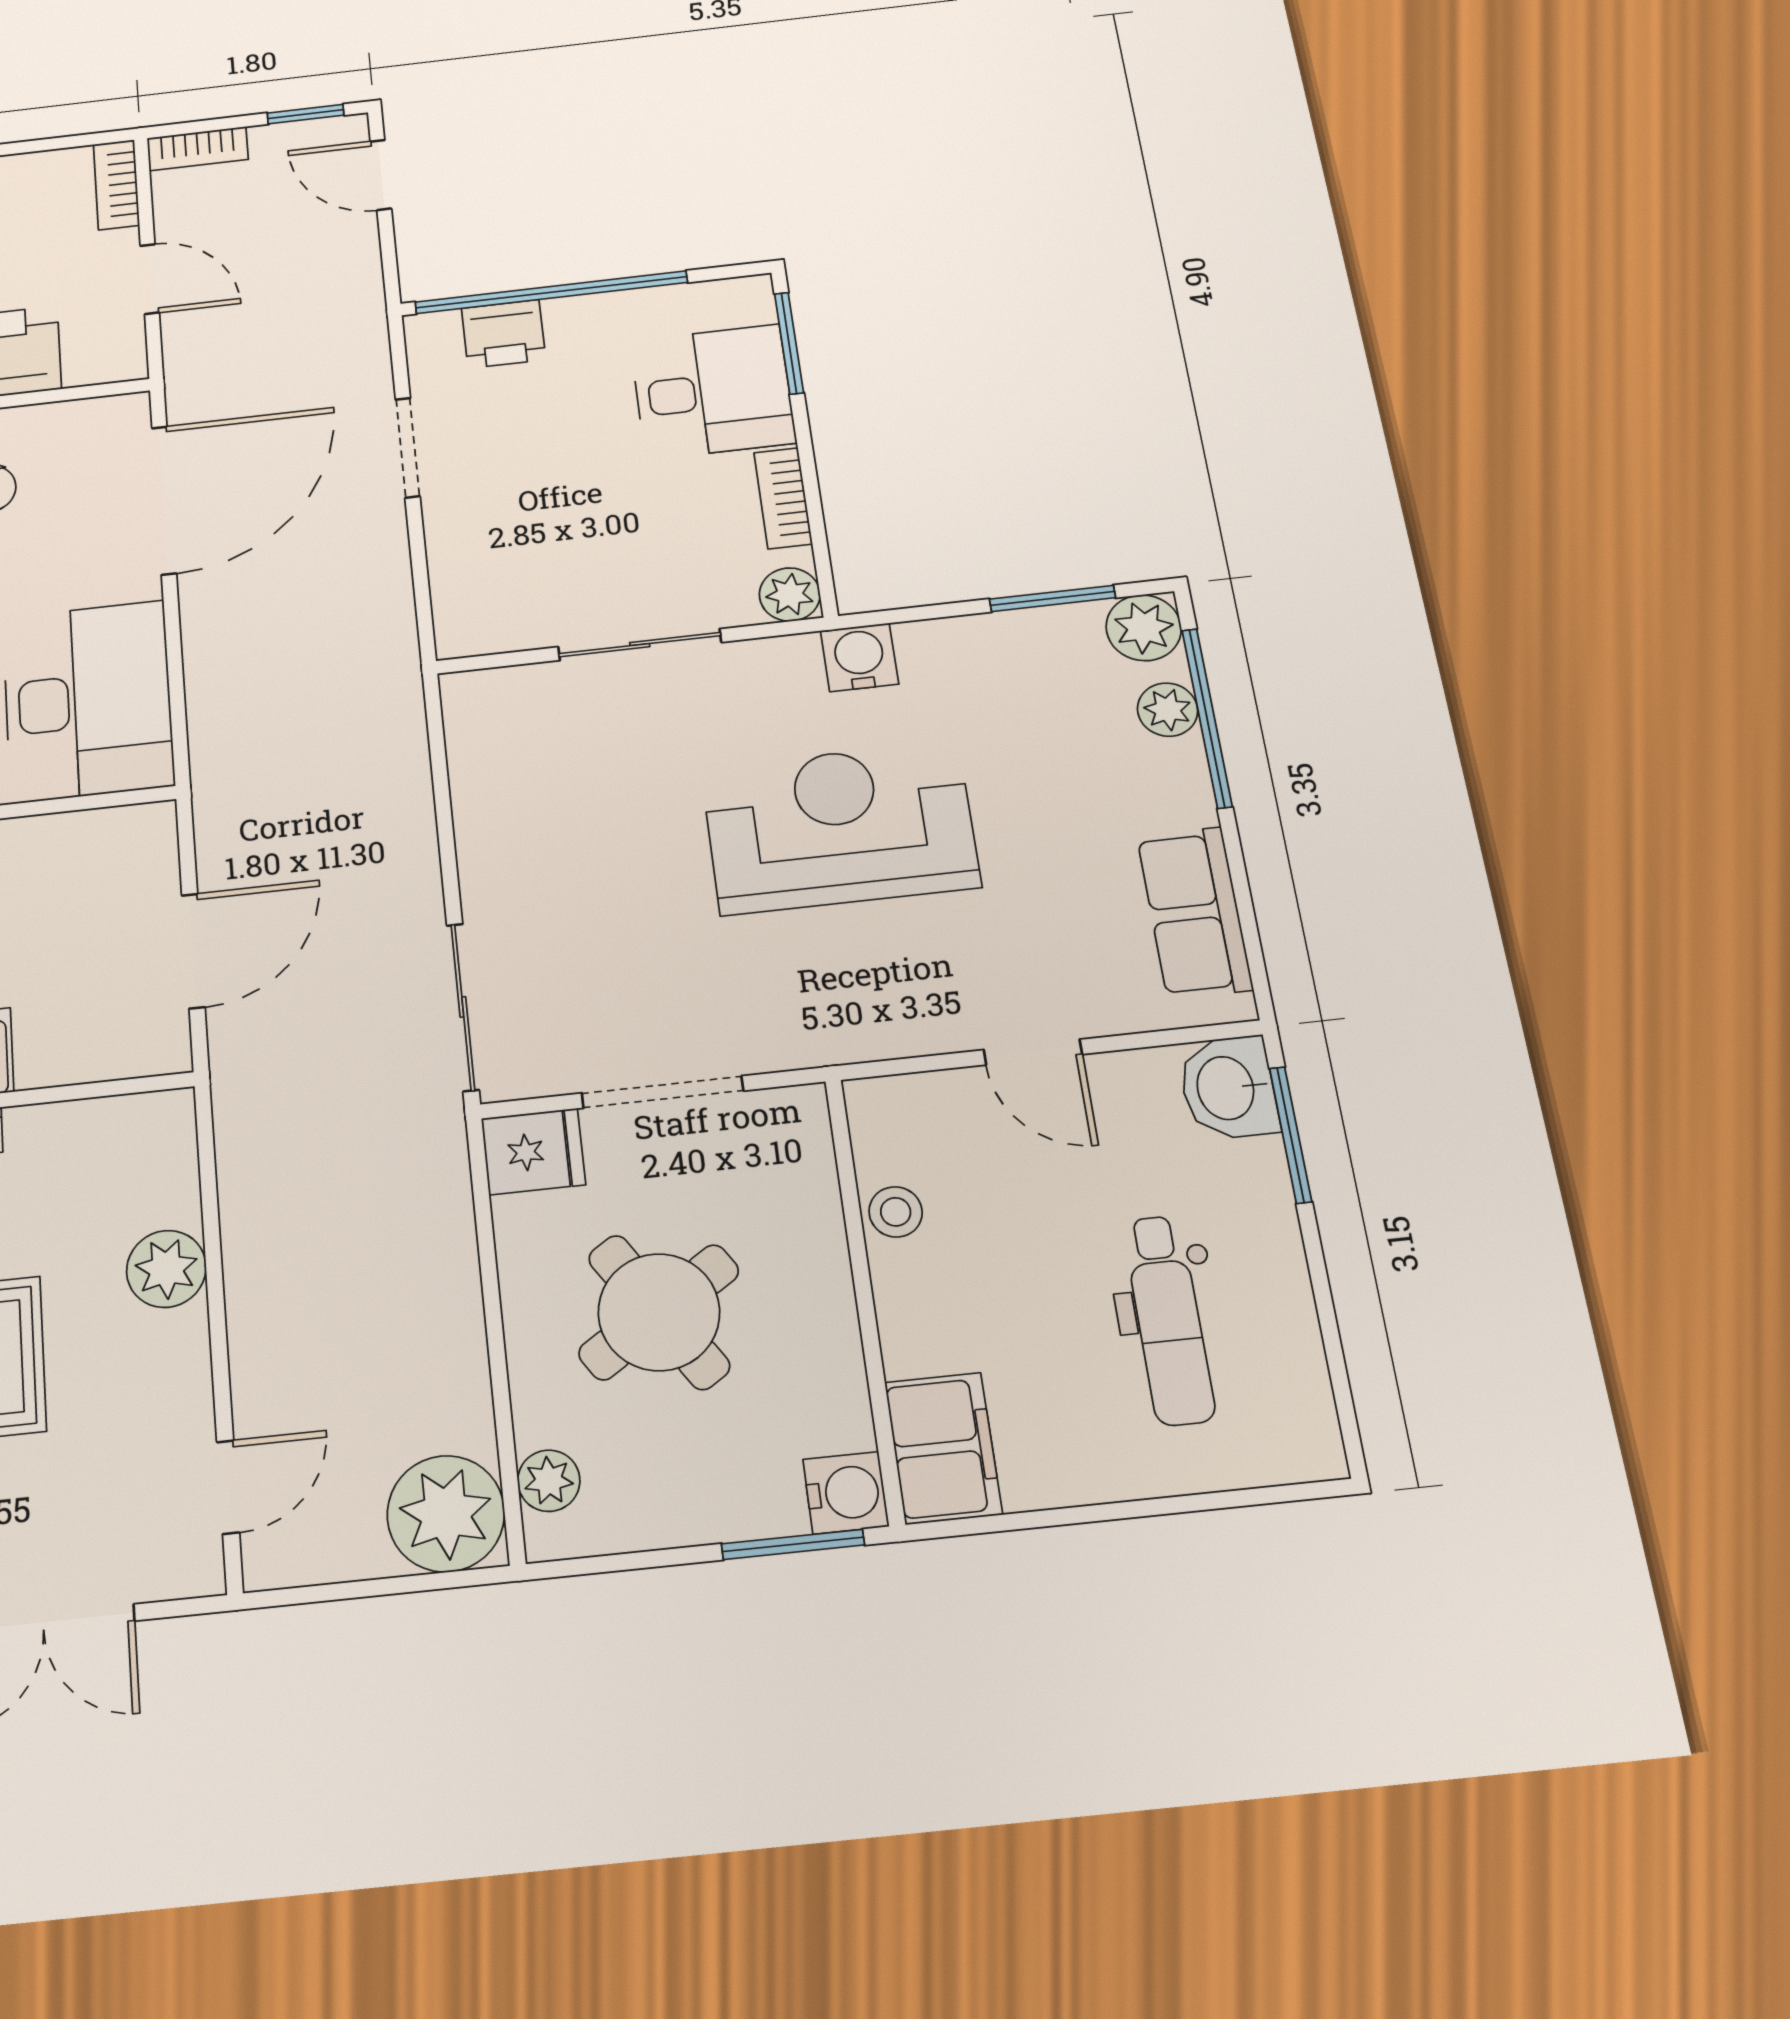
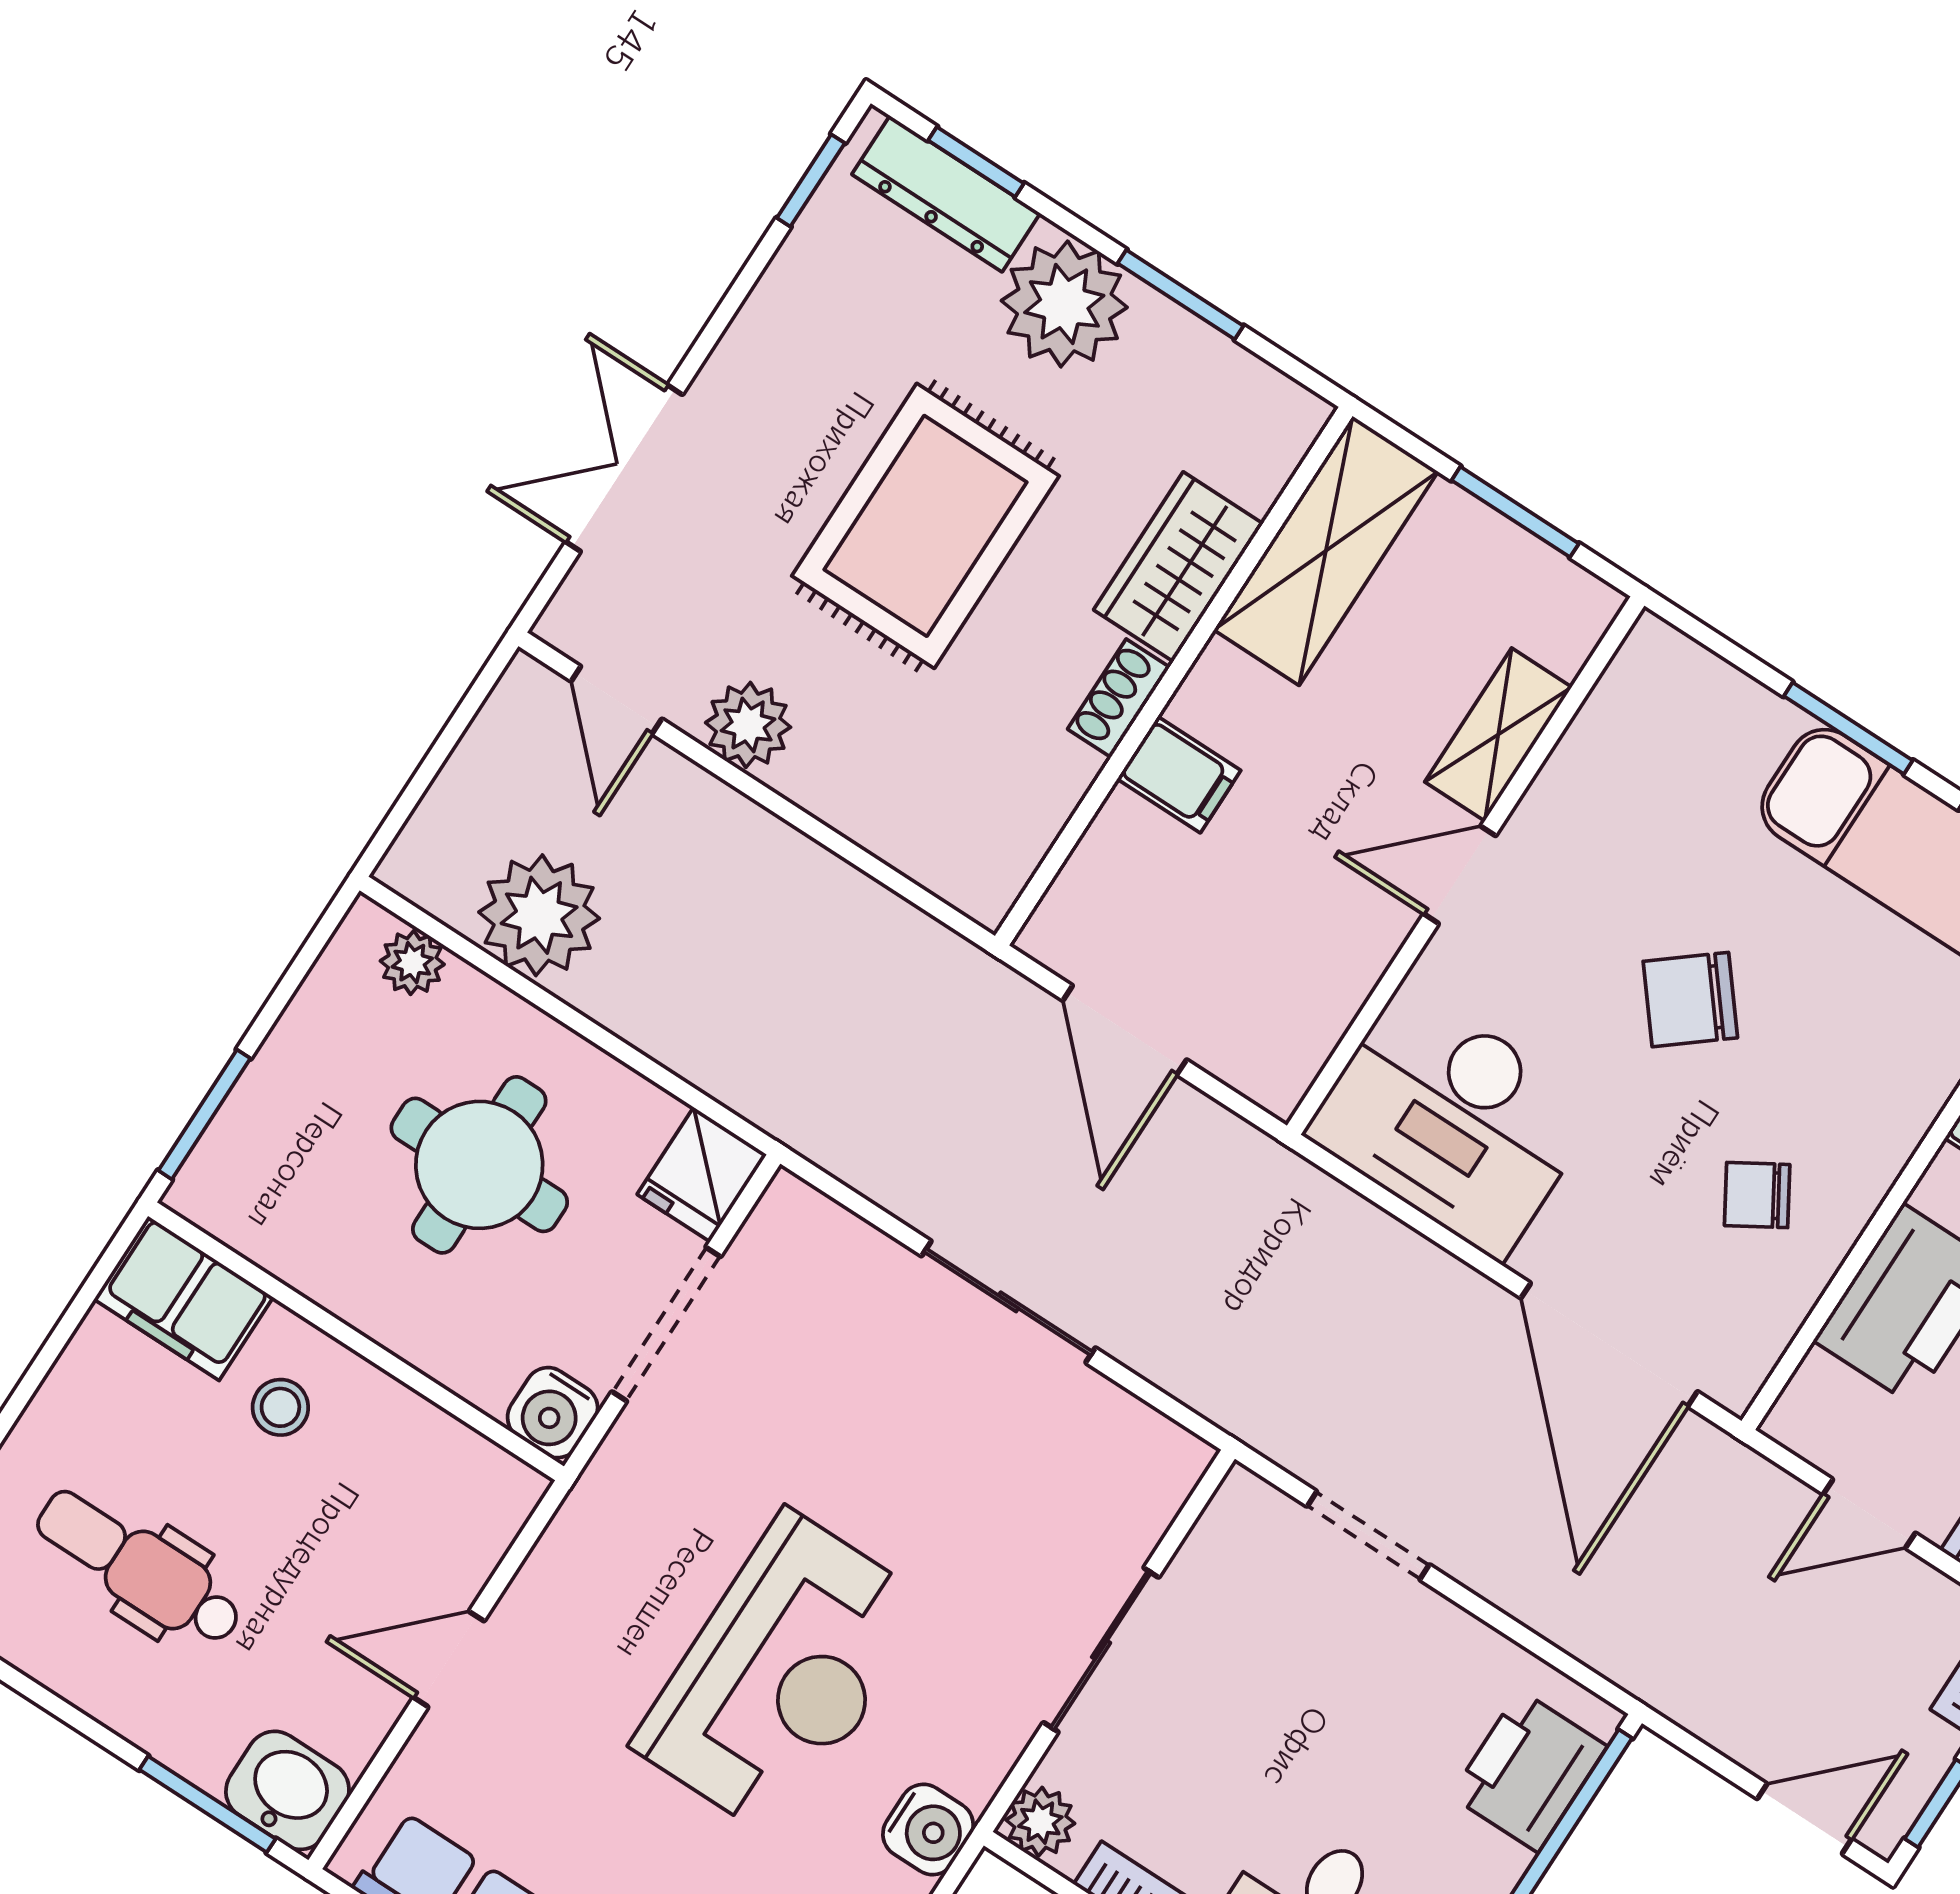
printer: (504, 334) -> (1529, 1771), width x1.36, depth x1.24
doorway: (408, 448) -> (1368, 1536), moved
sliding door: (463, 1007) -> (1008, 1302), moved
stool: (896, 1212) -> (280, 1407), moved
plant: (166, 1269) -> (748, 725), moved
round table: (659, 1312) -> (479, 1165), turned 33
water cooler: (846, 1493) -> (553, 1413), moved
plant: (446, 1514) -> (539, 915), moved

